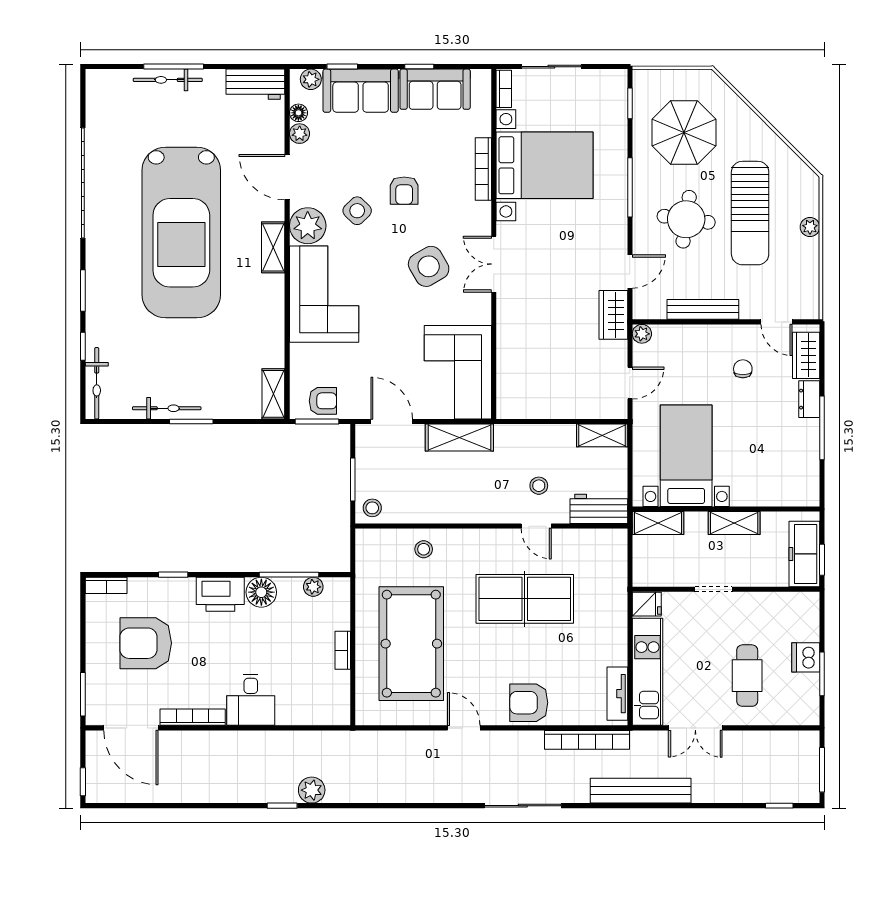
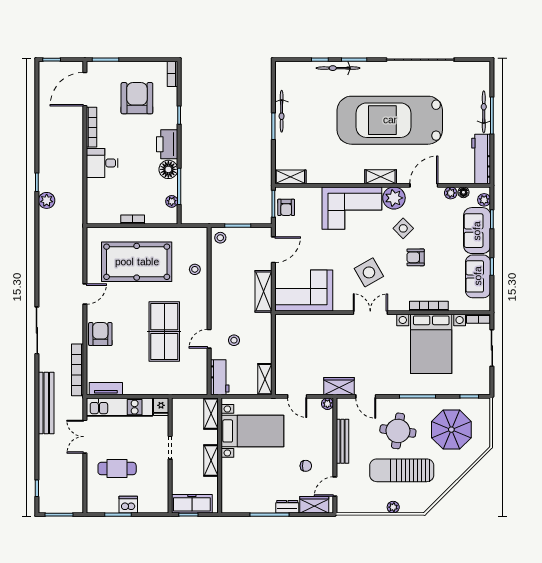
workbench: (255, 84) -> (481, 159), width x1.38
bicycle: (97, 383) -> (338, 68), moved

